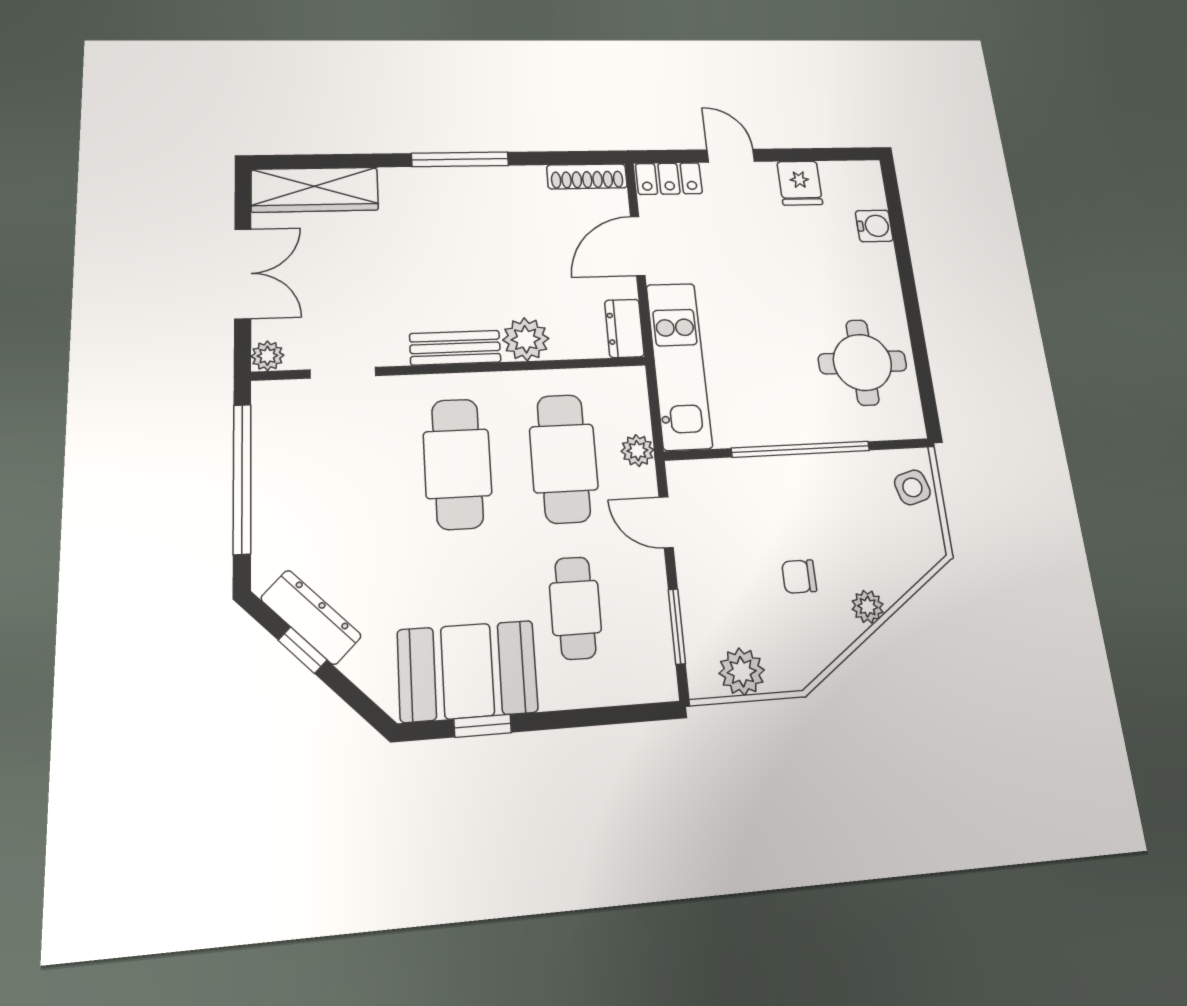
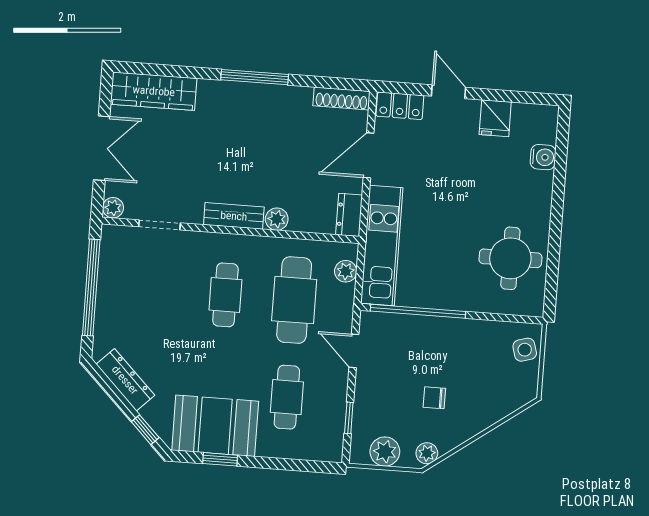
plant: (526, 339) -> (277, 219), width x0.73, depth x0.73
window: (801, 449) -> (418, 311), moved
plant: (637, 450) -> (346, 271), moved
cafe table: (457, 464) -> (225, 295), width x0.73, depth x0.74
plant: (868, 607) -> (427, 453), moved
window: (677, 626) -> (349, 418), width x0.67
window: (303, 650) -> (145, 430), moved

